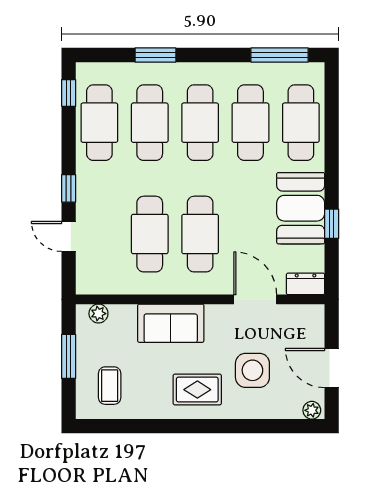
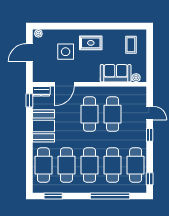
window: (155, 55) -> (110, 196), width x2.11
window: (280, 55) -> (53, 196), width x0.69
window: (332, 224) -> (29, 100), moved
door: (255, 299) -> (64, 84), hinge flipped
sofa: (171, 323) -> (116, 73), moved
window: (69, 356) -> (150, 58), removed
door: (332, 368) -> (29, 53), swing flipped

